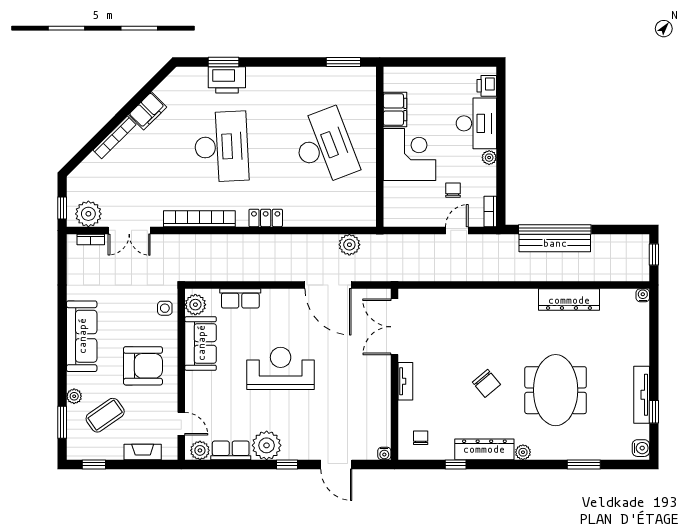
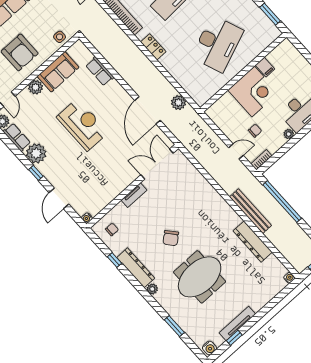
filing cabinet: (395, 109) -> (265, 67), width x0.50
bench: (555, 243) -> (250, 211), moved
plant: (195, 305) -> (36, 87), moved

